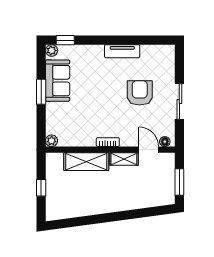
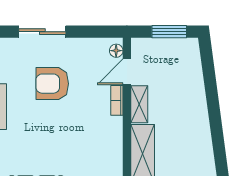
sliding door: (179, 101) -> (42, 32), moved
bookcase: (108, 142) -> (117, 100), moved

